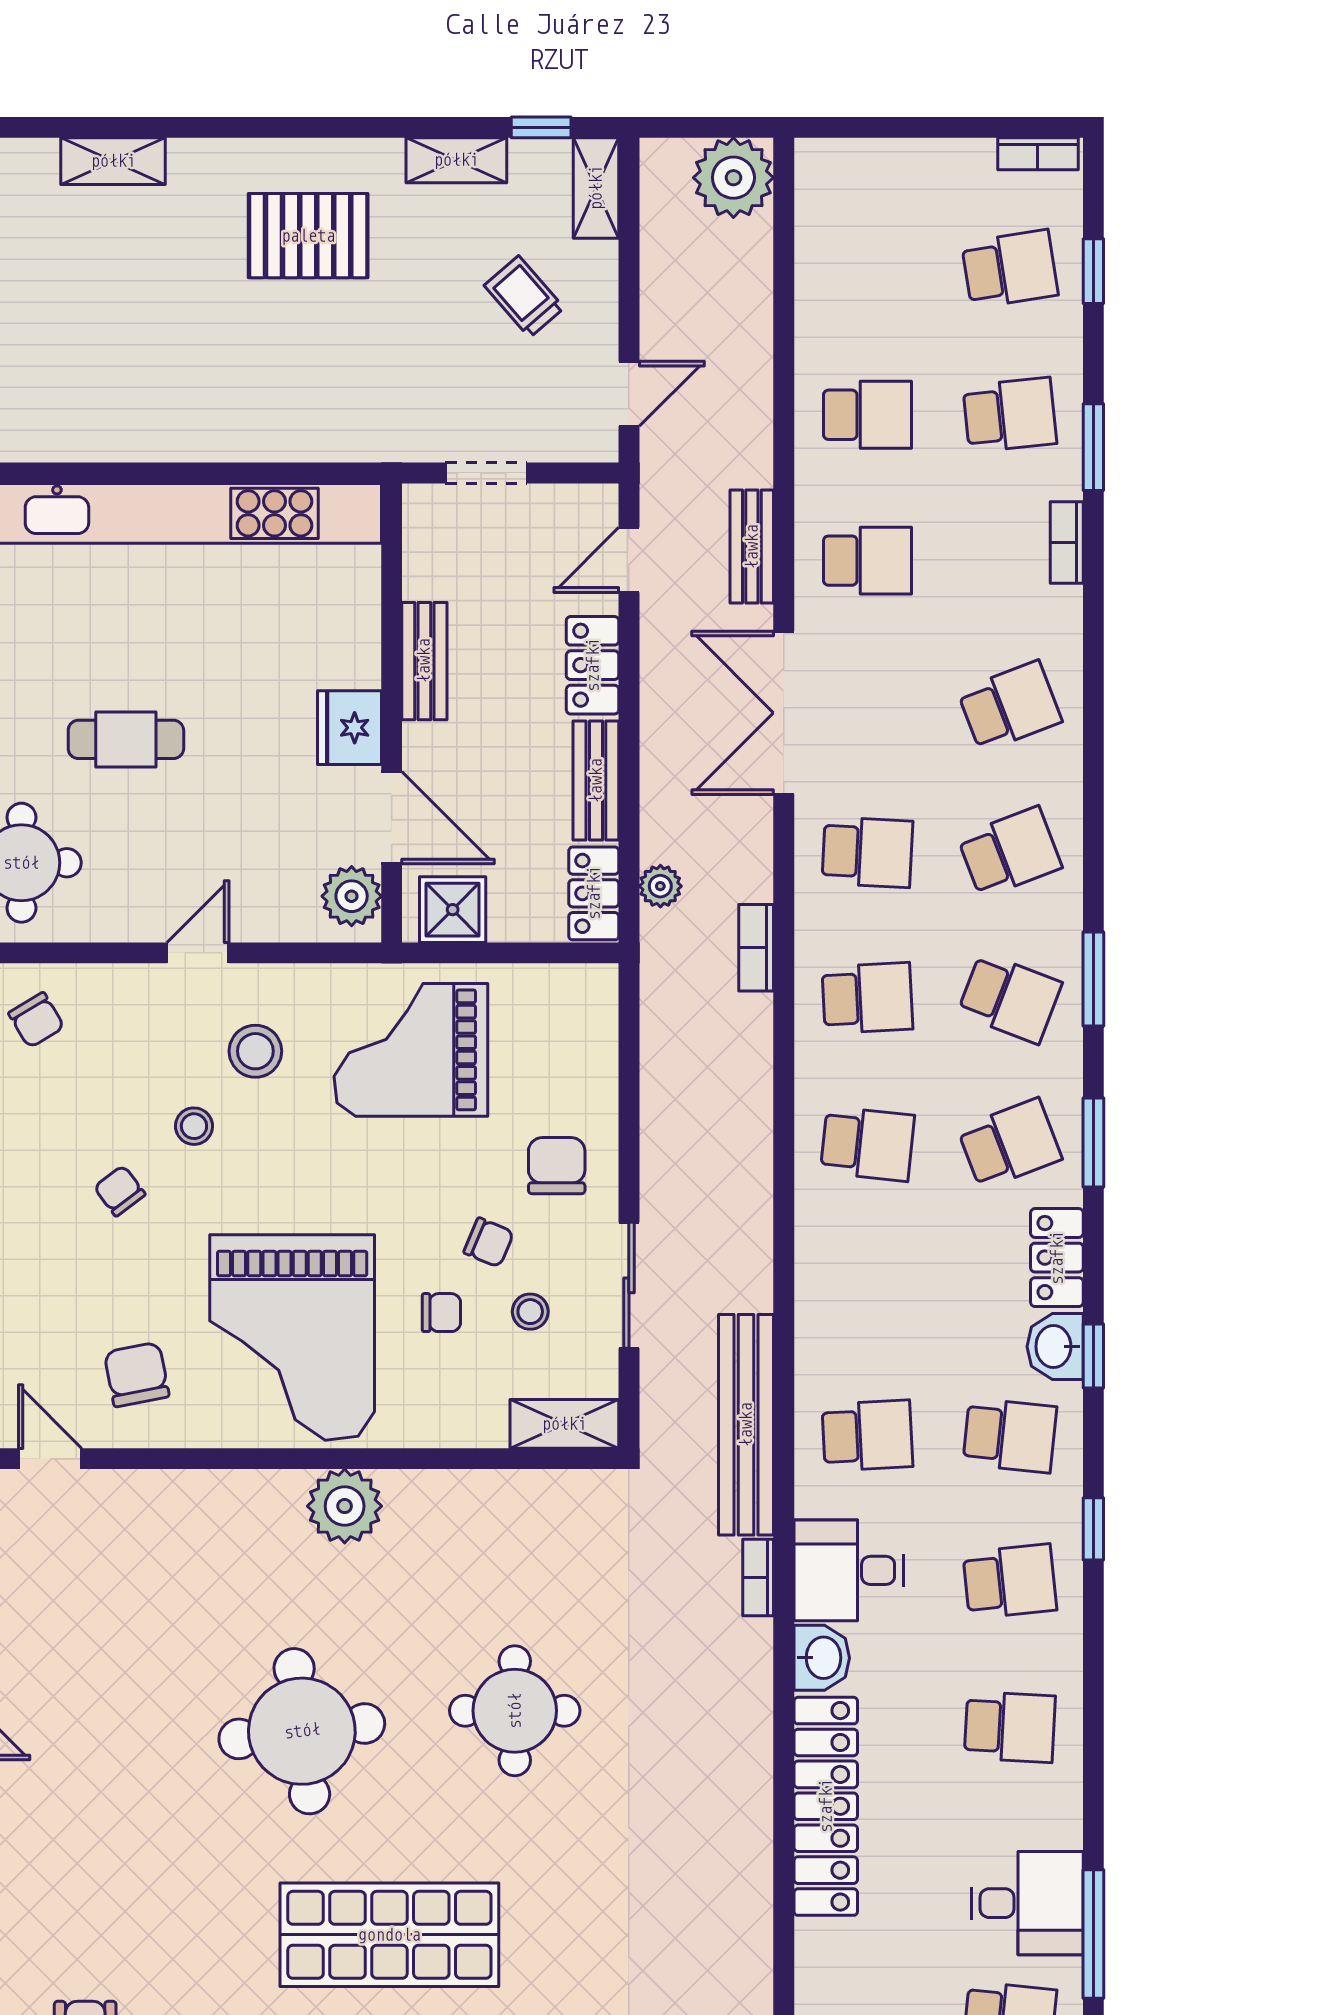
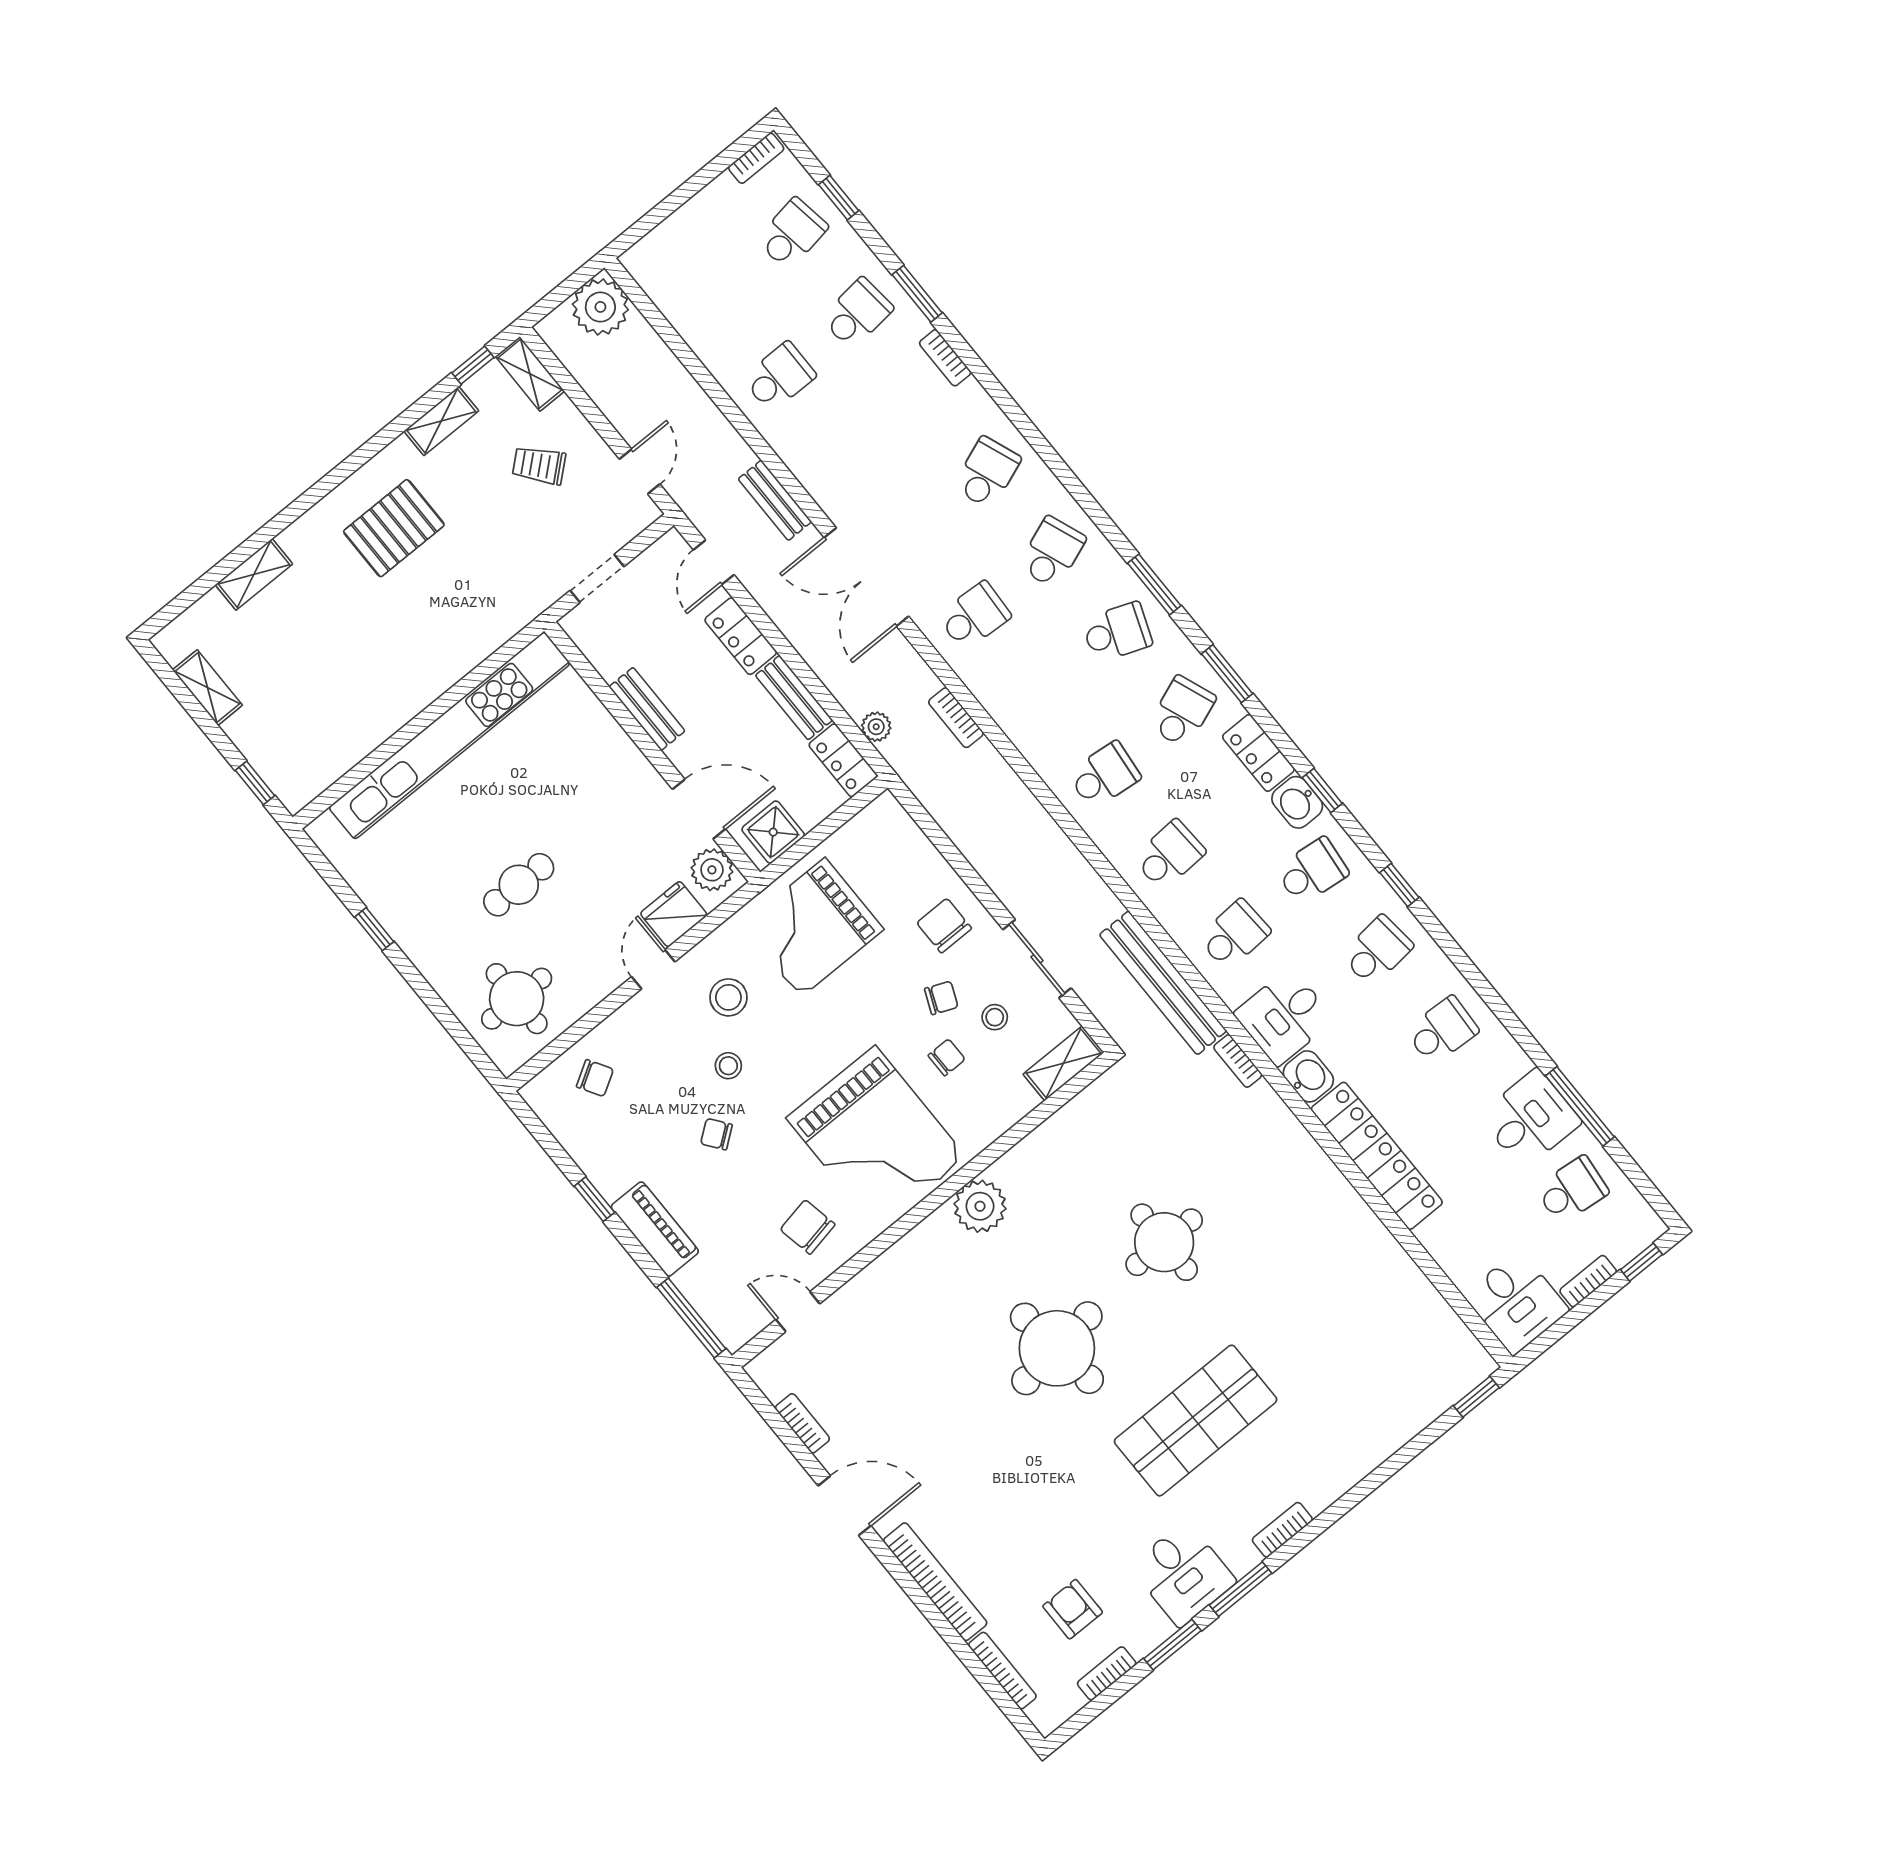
school desk: (867, 561) -> (844, 456), removed
fridge: (349, 728) -> (674, 914), moved, turned 90
school desk: (867, 998) -> (1169, 855), moved

